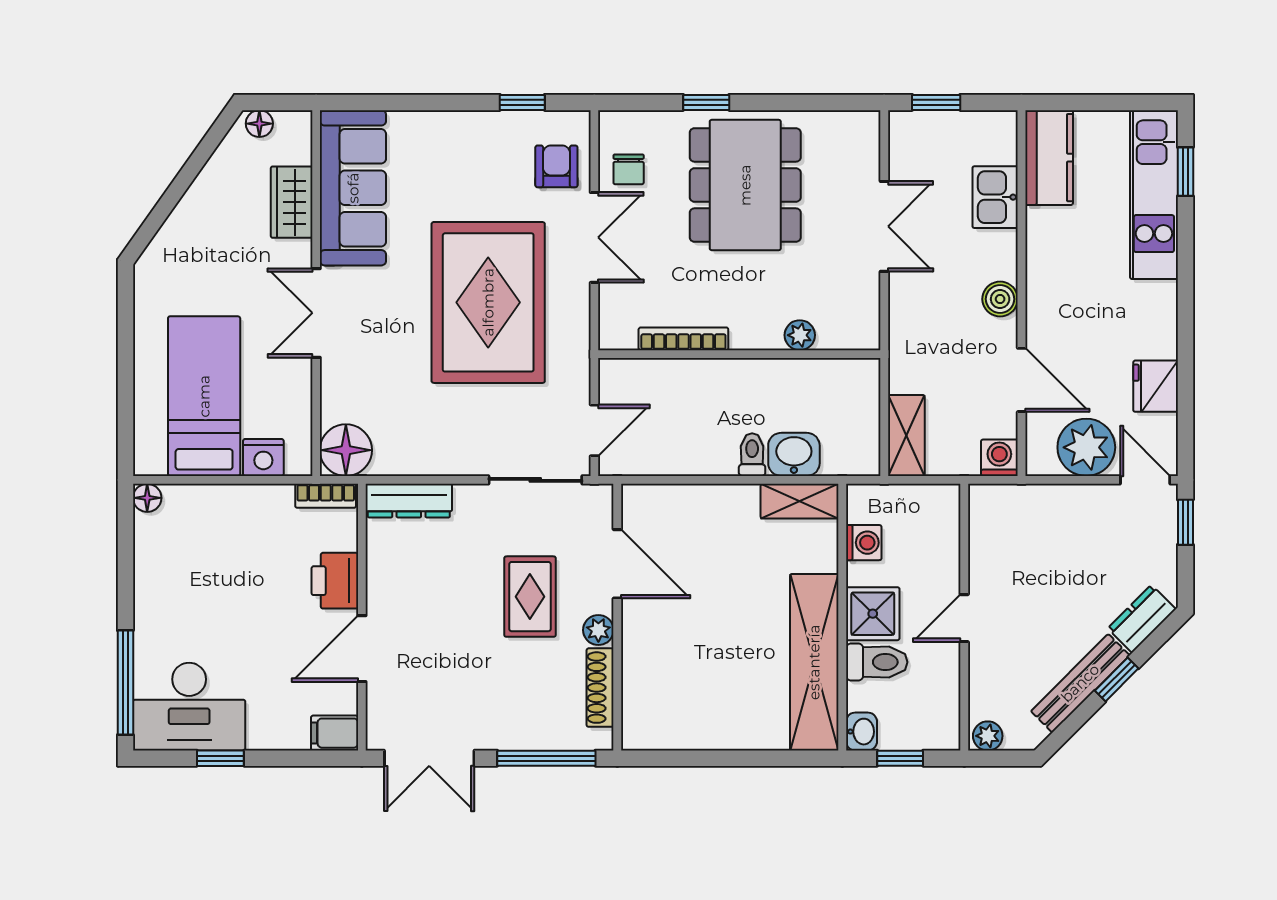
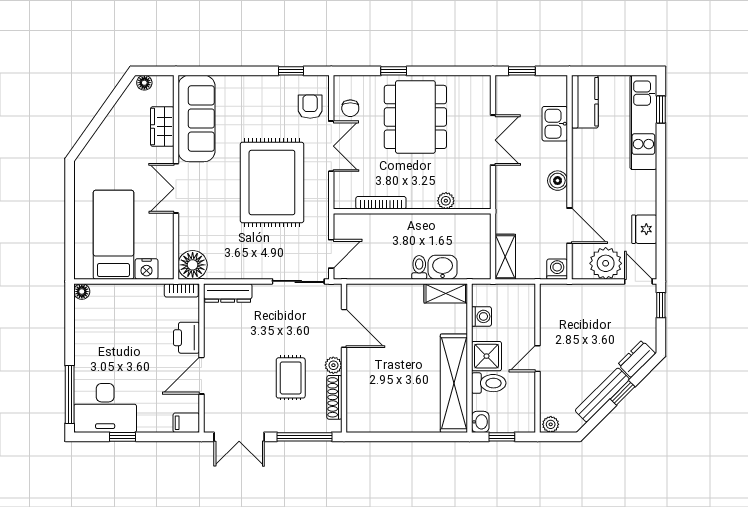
rug: (530, 597) -> (291, 378), moved

